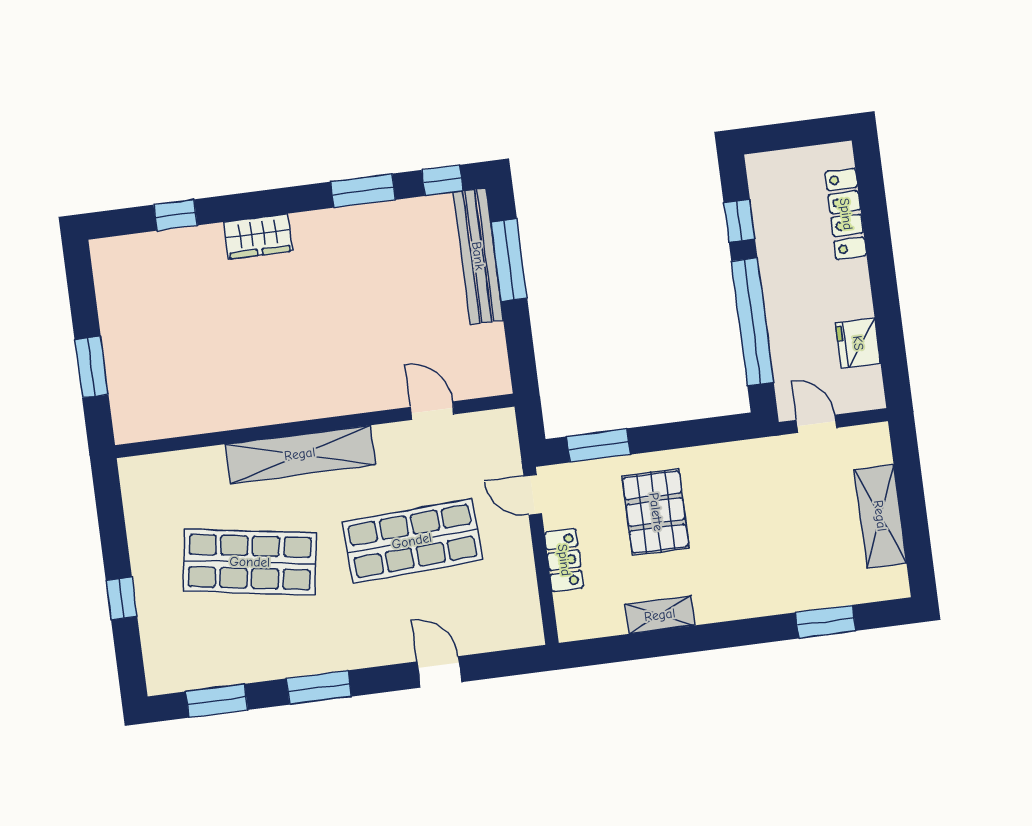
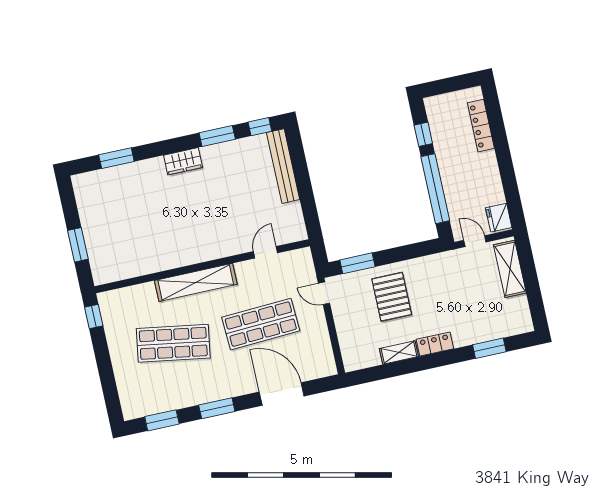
window: (175, 215) -> (116, 158), width x1.50
wardrobe: (258, 237) -> (183, 161), moved
window: (509, 260) -> (300, 167), removed
fridge: (858, 343) -> (499, 218), moved
door: (432, 411) -> (265, 252), hinge flipped
shelving: (880, 516) -> (510, 269), moved
locker: (564, 560) -> (435, 344), moved, turned -90
window: (122, 598) -> (94, 317), moved
door: (439, 672) -> (282, 394), width x1.88

